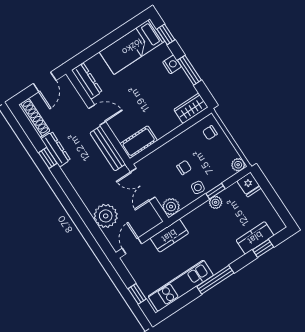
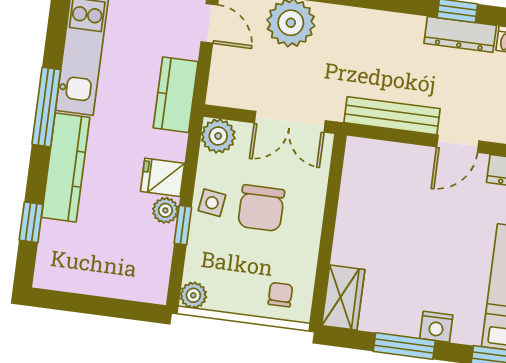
cot: (139, 142) -> (361, 172), removed
chair: (184, 168) -> (261, 208), width x1.87, depth x1.87
double door: (143, 185) -> (290, 122), swing flipped
fridge: (249, 185) -> (163, 177), moved
kitchen counter: (255, 238) -> (66, 167), moved, width x1.50

